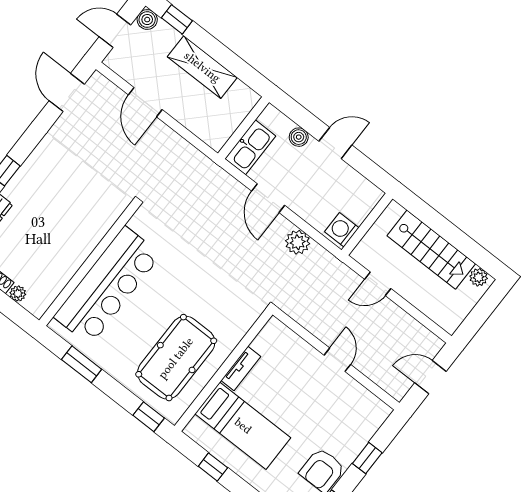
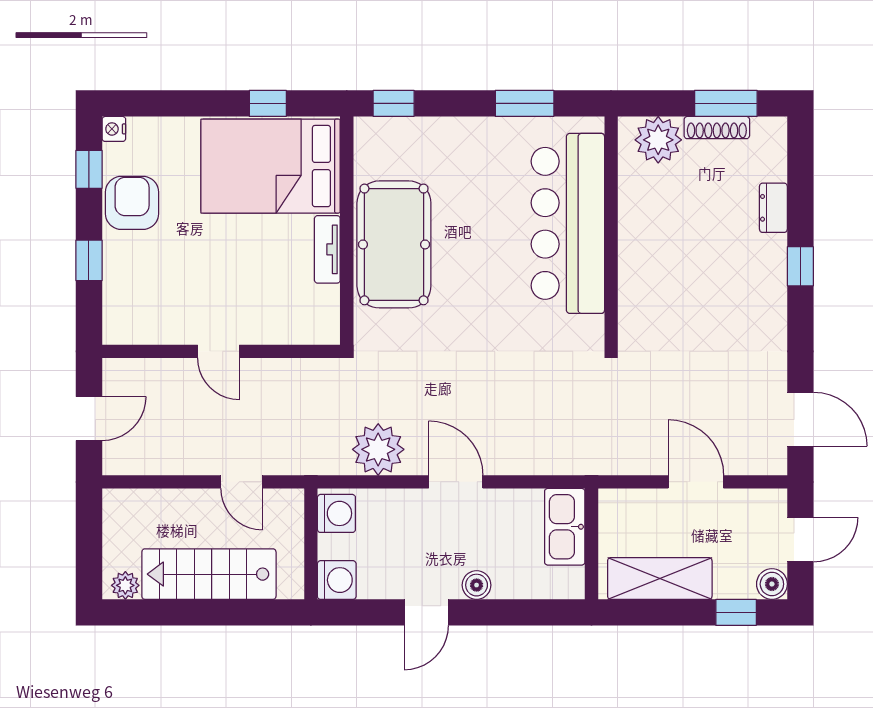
wall: (243, 128) -> (591, 544), moved
kitchen sink: (250, 147) -> (565, 527), moved
washing machine: (368, 196) -> (337, 580), added
plant: (298, 242) -> (378, 449), width x1.36, depth x1.36
door: (378, 284) -> (241, 482), swing flipped
plant: (18, 294) -> (658, 140), width x1.87, depth x1.87
pool table: (176, 358) -> (394, 244), moved
bed: (243, 426) -> (271, 166), width x1.50

